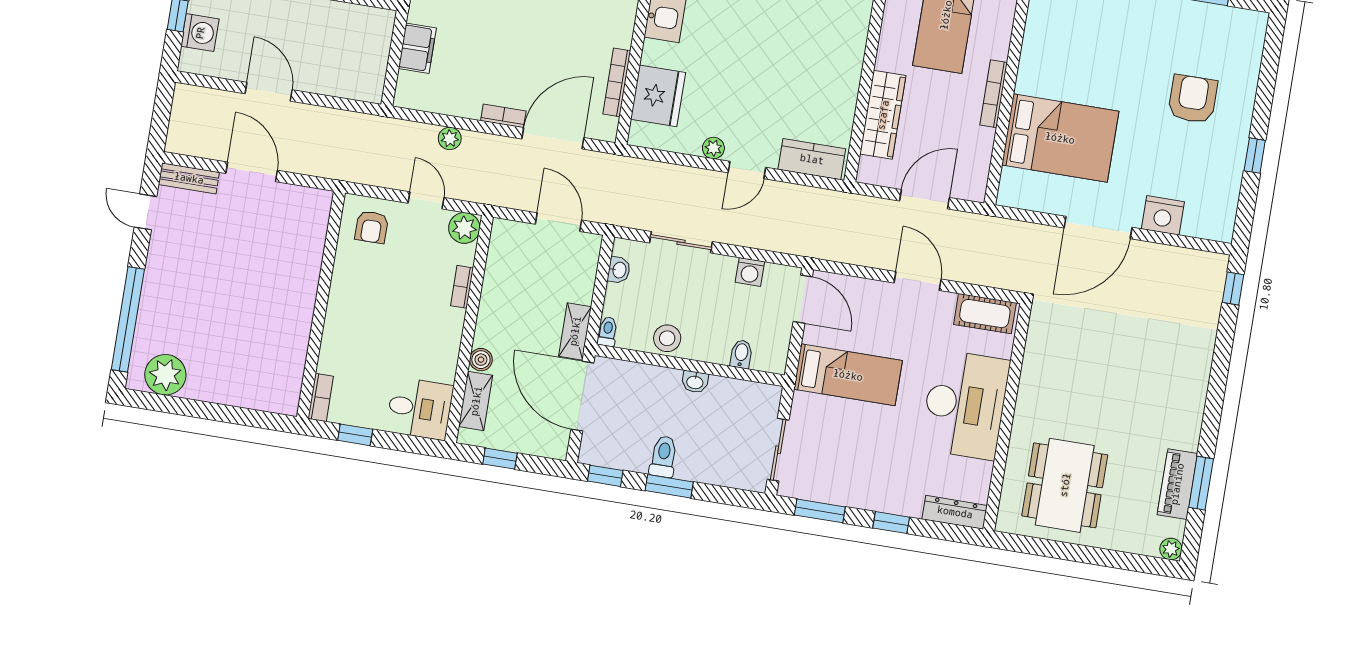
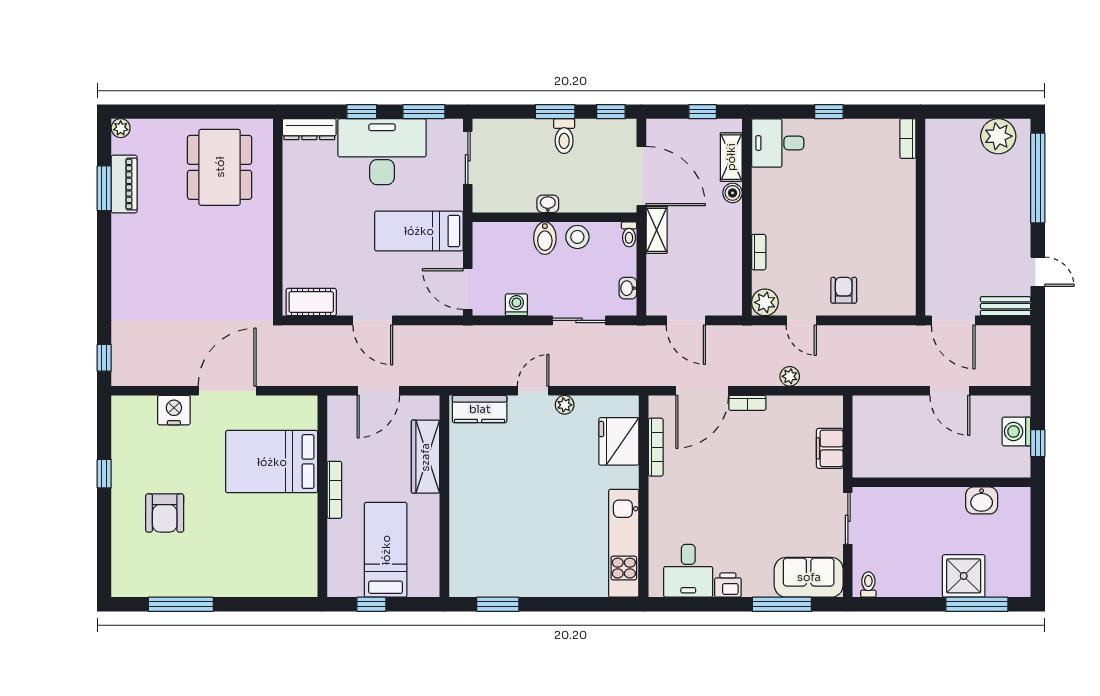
wall: (321, 305) -> (920, 217), moved
bidet: (741, 354) -> (545, 238), moved, width x1.38, depth x1.36
bookcase: (321, 397) -> (908, 139), moved
desk: (965, 405) -> (382, 152), moved, turned 90

